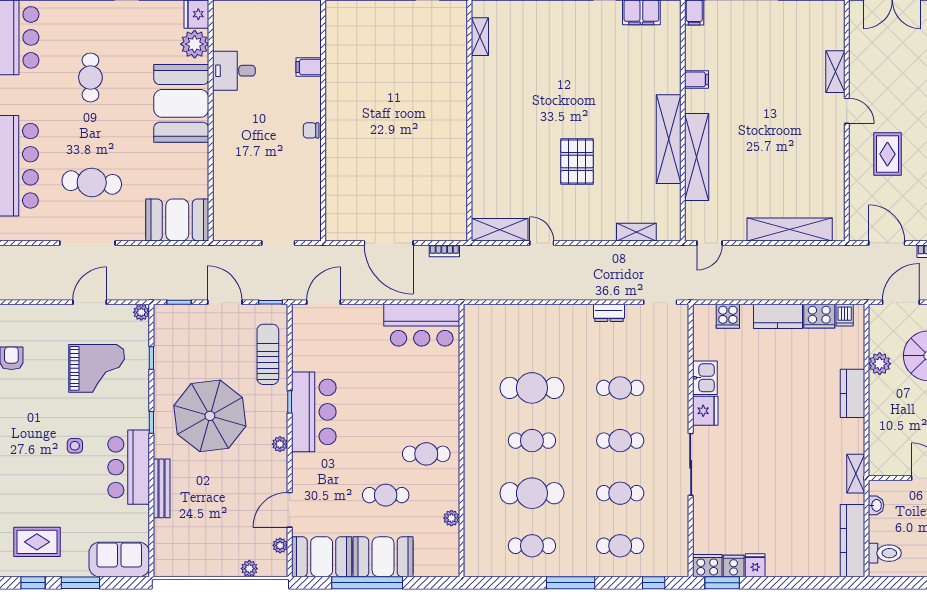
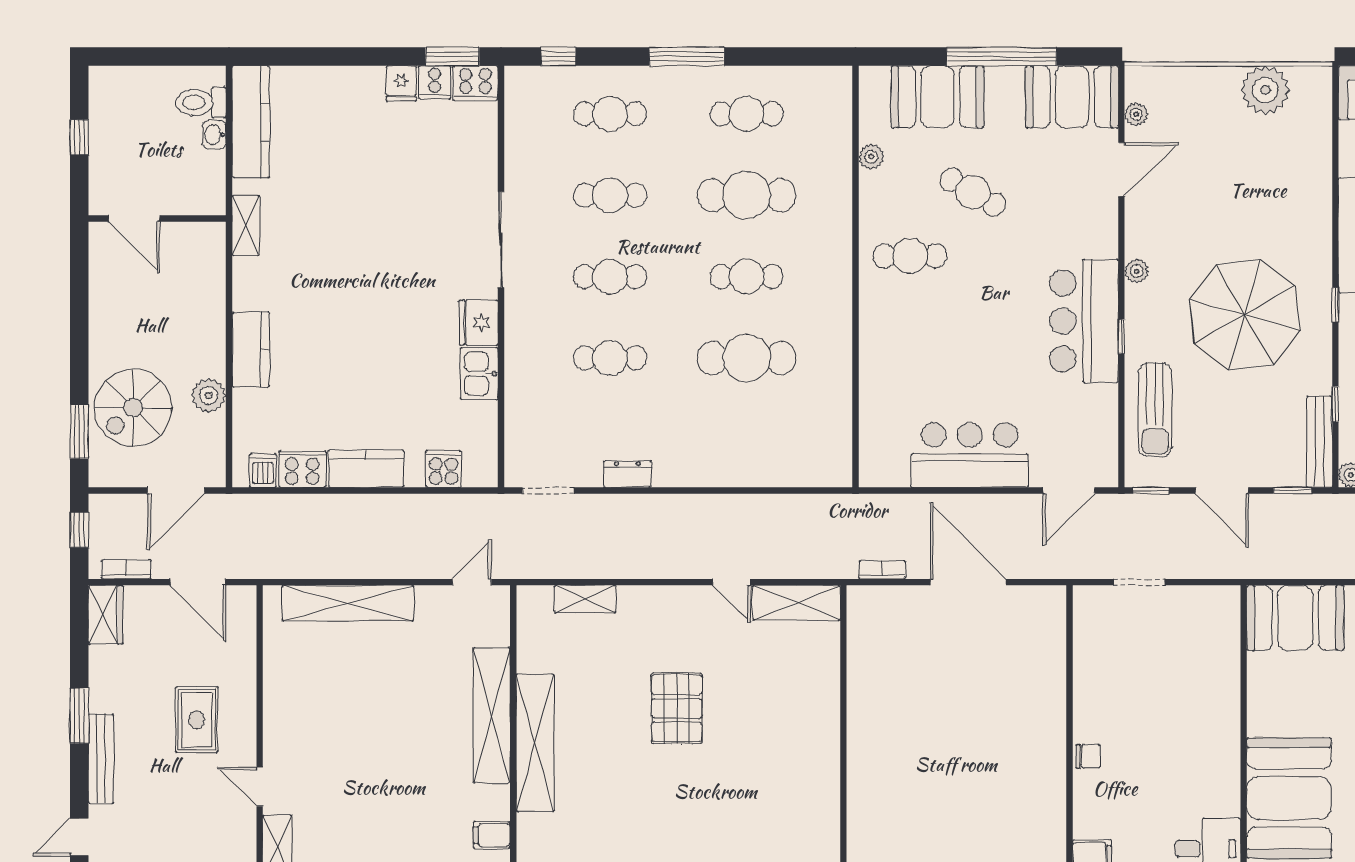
bar counter: (422, 325) -> (970, 455), moved
bench: (162, 488) -> (1320, 442), moved
cafe table: (386, 495) -> (973, 192), turned 30
washbasin: (876, 505) -> (214, 135), moved
booth: (383, 557) -> (937, 97), moved
plant: (249, 569) -> (1265, 90), moved, width x1.88, depth x1.88

